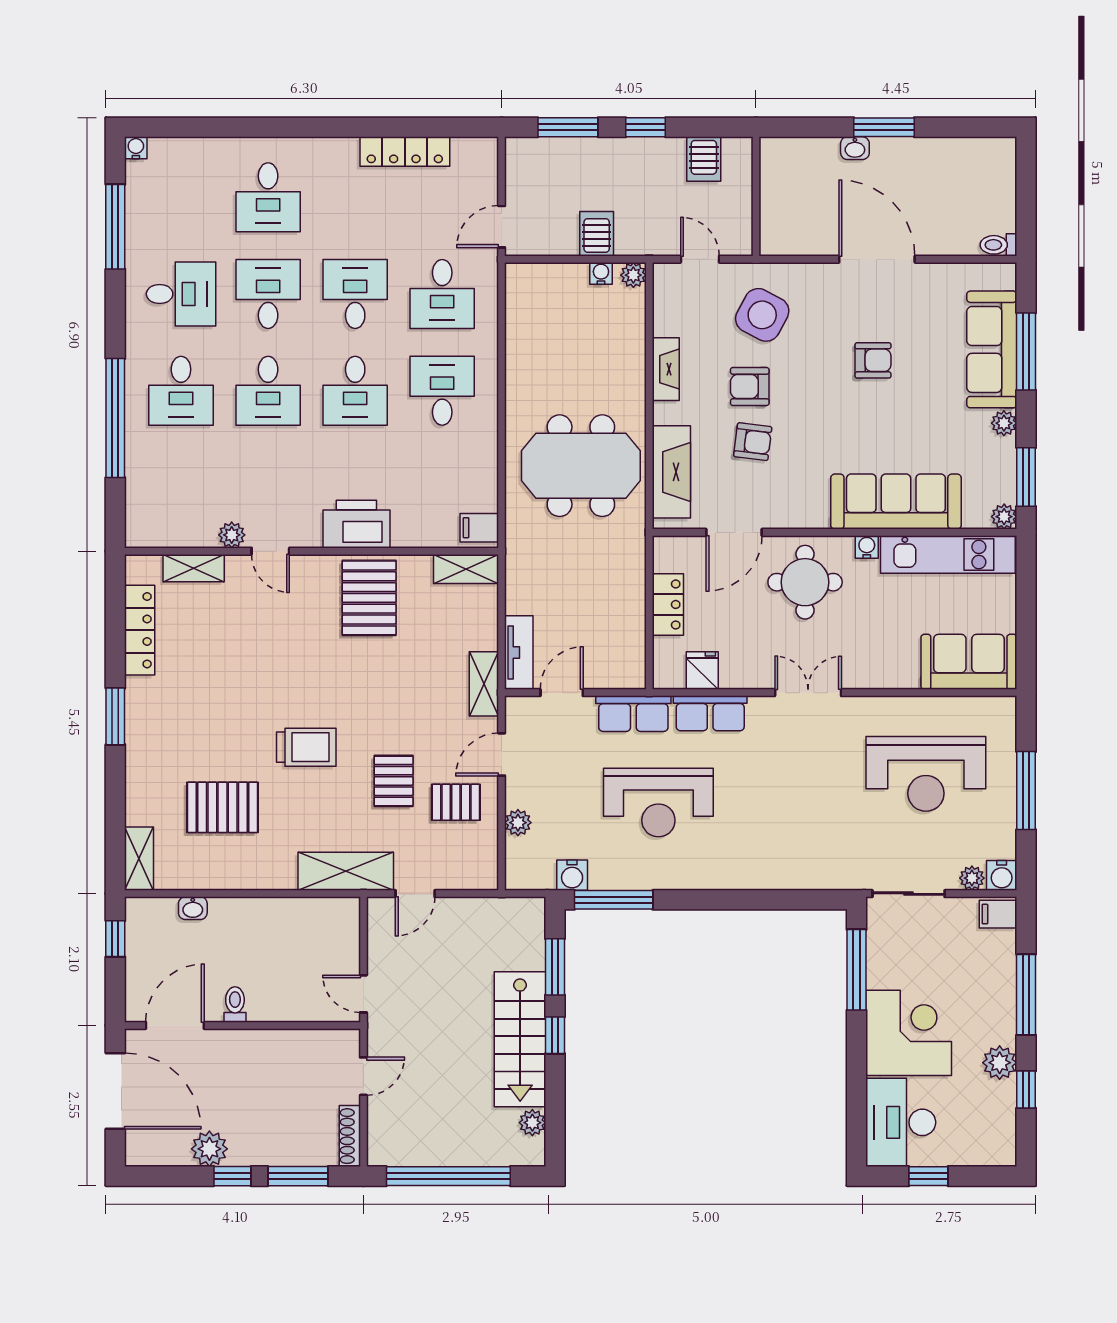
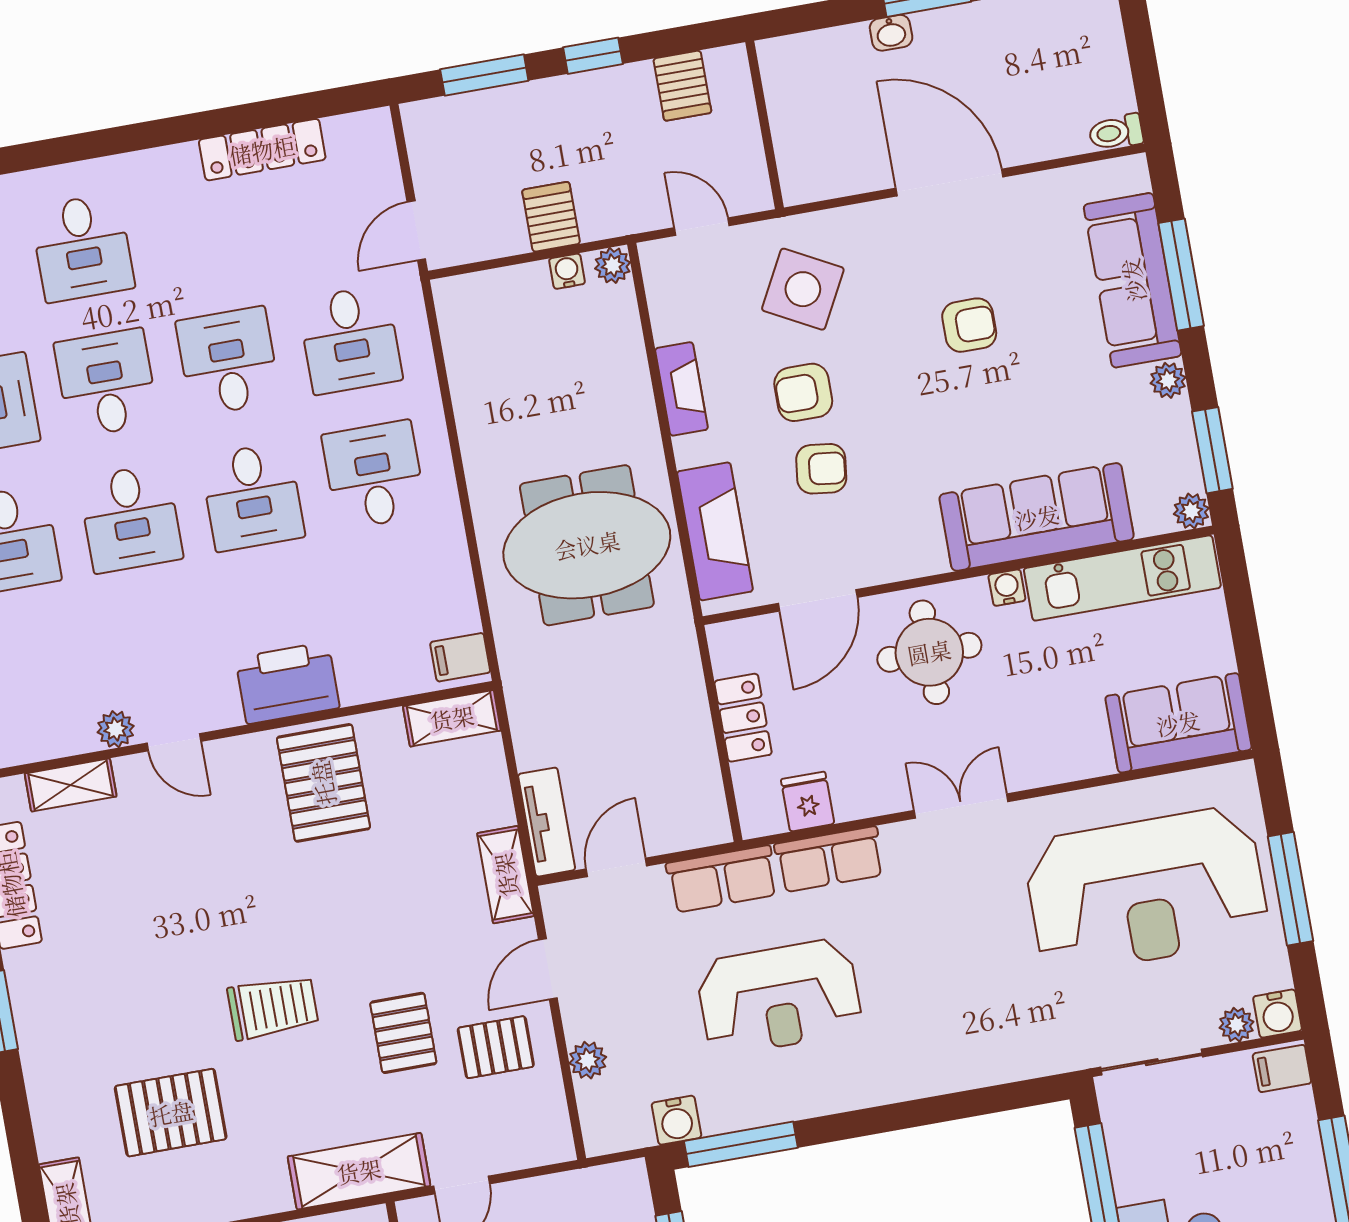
reception desk: (926, 774) -> (1146, 890), width x1.36, depth x1.30

